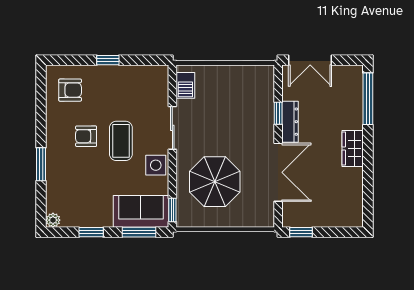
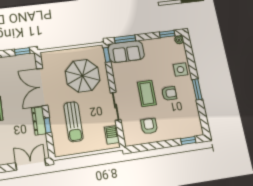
window: (108, 60) -> (188, 141), moved
armchair: (70, 90) -> (149, 126), moved, turned 90
sun lounger: (239, 113) -> (74, 122), added
window: (41, 164) -> (197, 89), moved
side table: (156, 165) -> (180, 70), moved
window: (91, 232) -> (167, 34), moved

